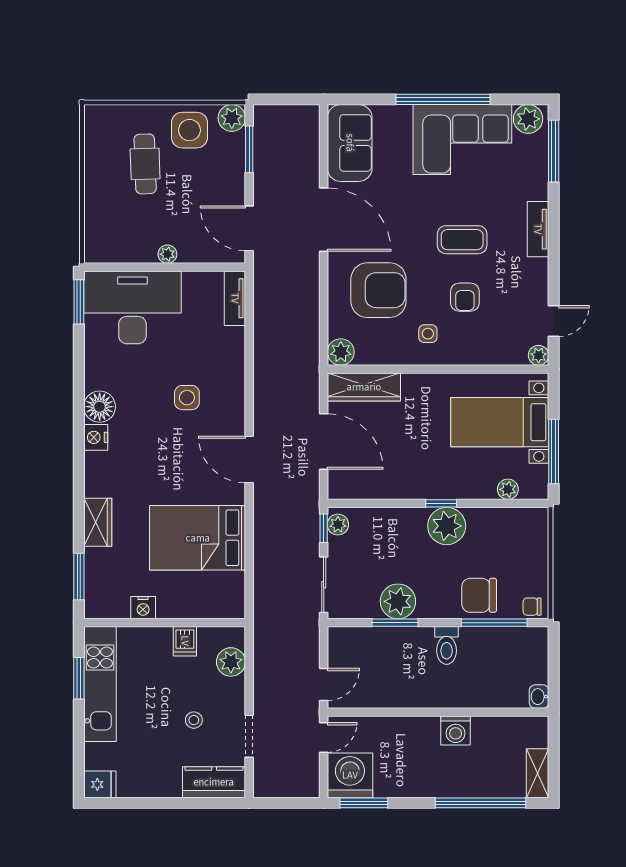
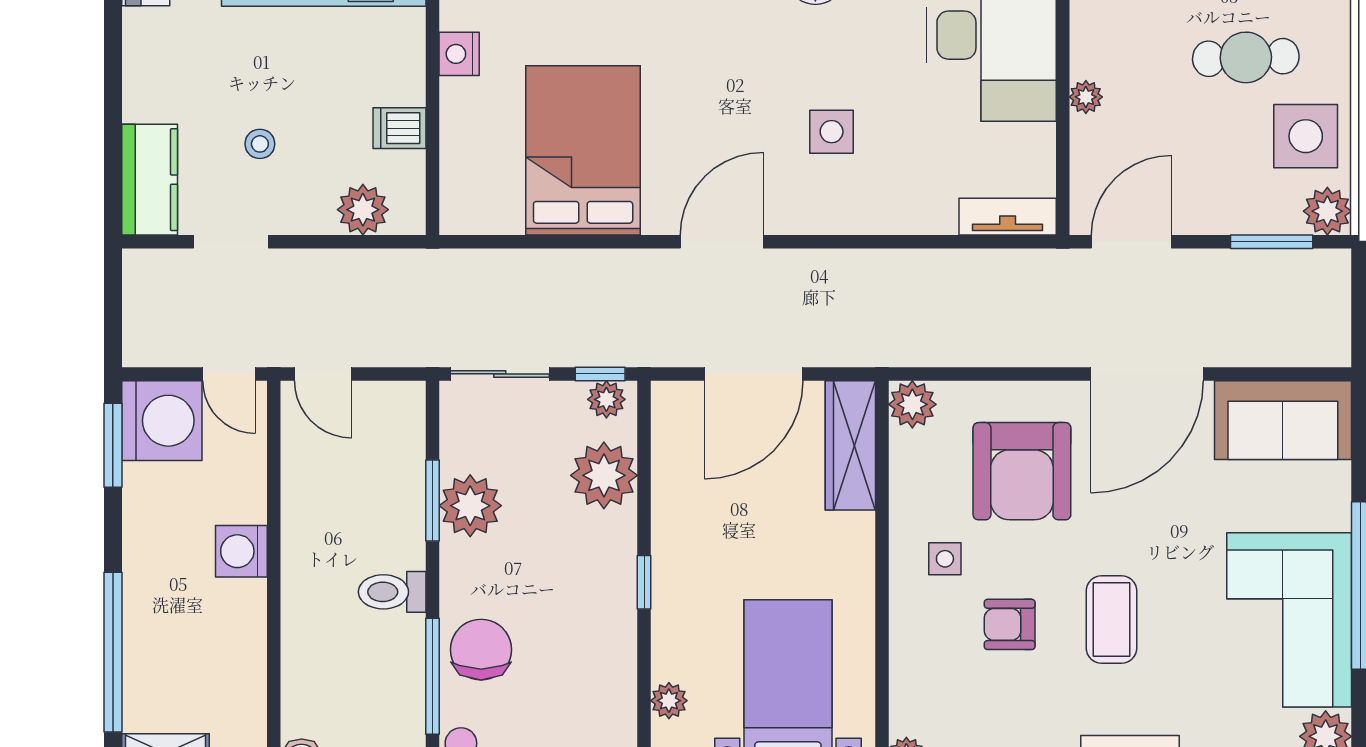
plant: (447, 526) -> (604, 475), moved
washing machine: (456, 730) -> (241, 551), moved

